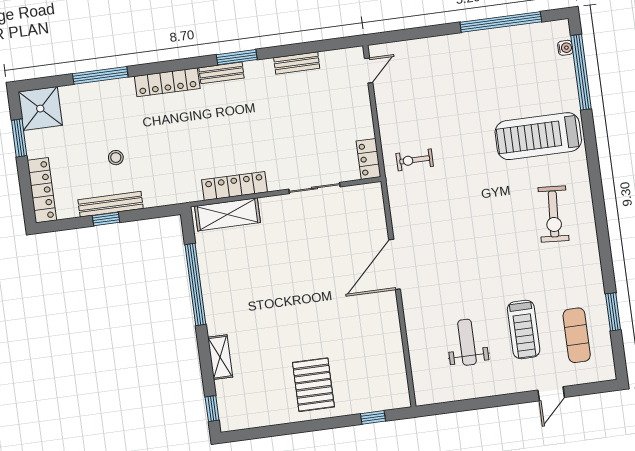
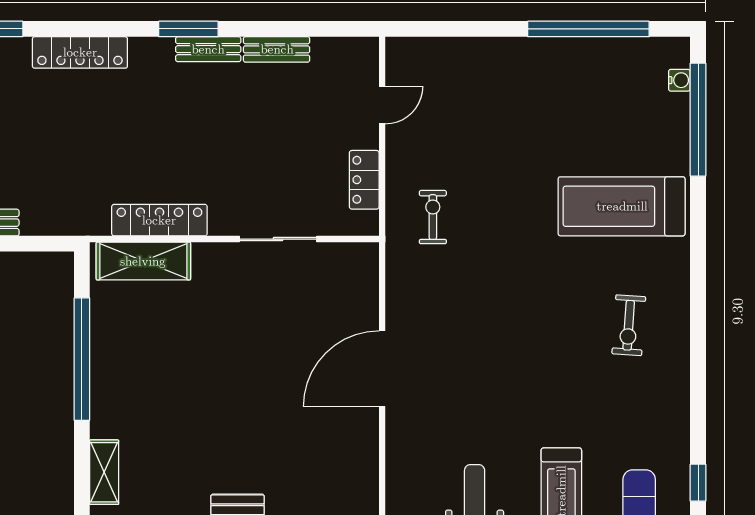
door: (369, 71) -> (382, 105), moved
bench: (221, 73) -> (208, 49), moved
locker: (368, 159) -> (364, 180), moved
exercise bike: (415, 160) -> (433, 217), turned 90
exercise bike: (553, 214) -> (629, 325), width x0.73, depth x0.72
window: (613, 312) -> (698, 483), width x0.67

